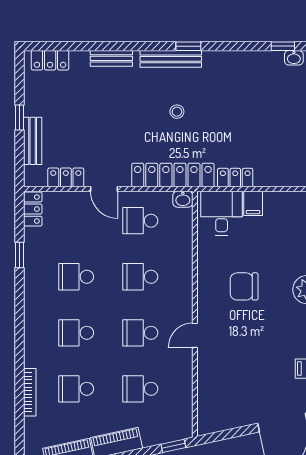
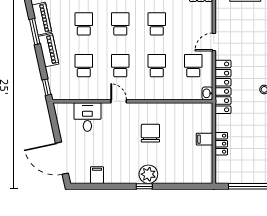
locker: (66, 177) -> (221, 17), removed
locker: (235, 178) -> (221, 144), moved
desk: (222, 213) -> (87, 117), moved, turned -90

